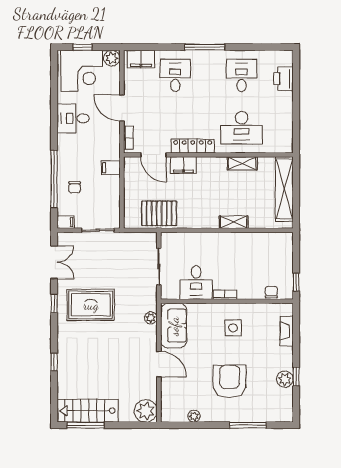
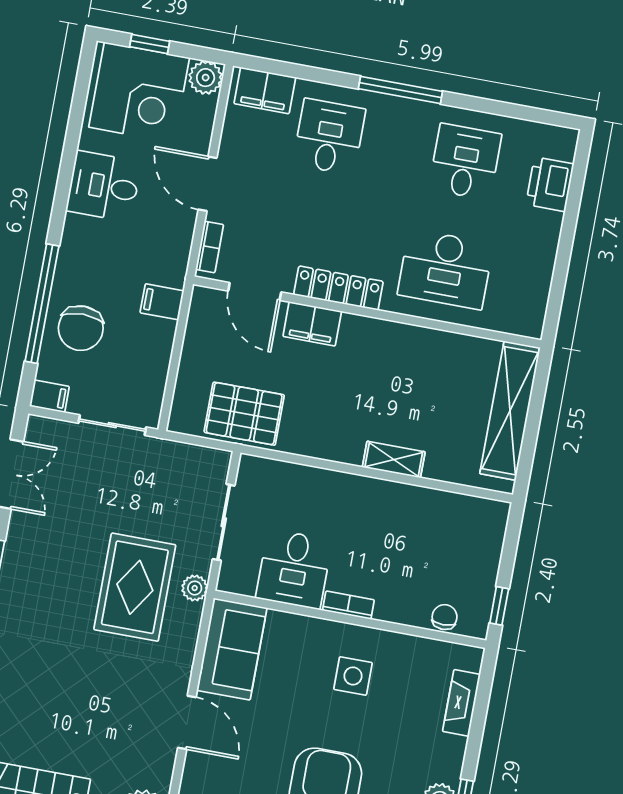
shelving: (242, 163) -> (433, 342), removed
chair: (75, 187) -> (81, 328), width x1.87, depth x1.87
rug: (91, 305) -> (135, 587), moved, turned 90
plant: (151, 318) -> (195, 588), moved

